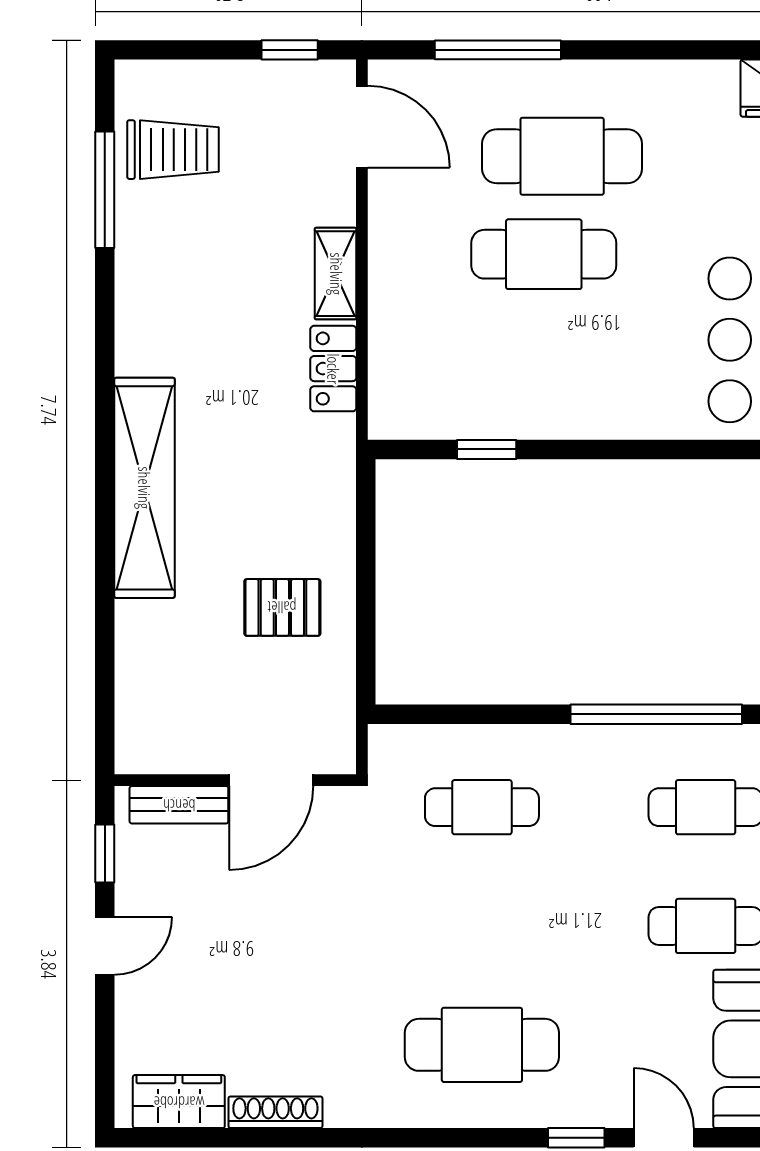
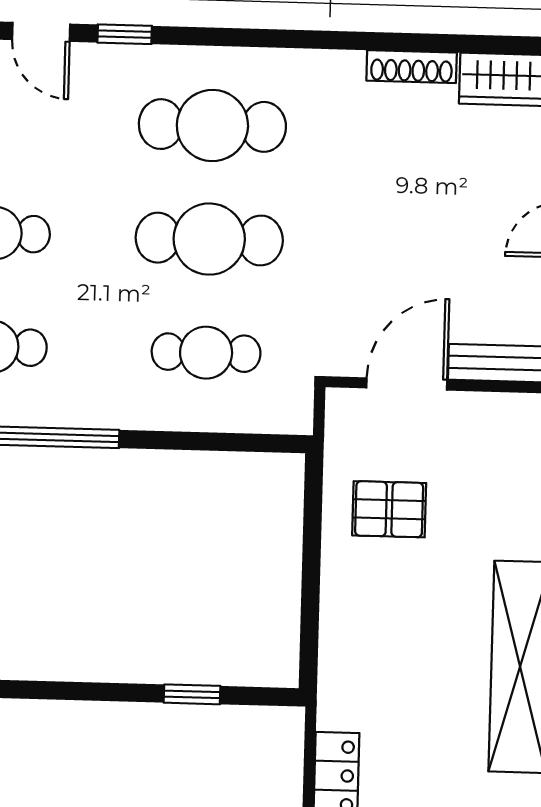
pallet: (282, 607) -> (389, 509), moved
cafe table: (482, 926) -> (209, 239), added

